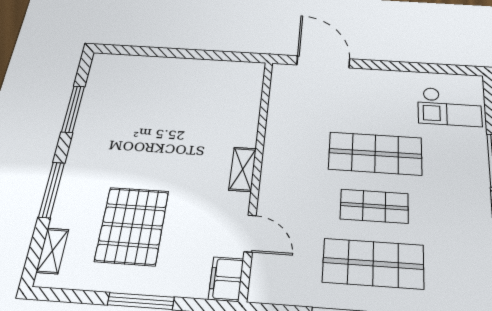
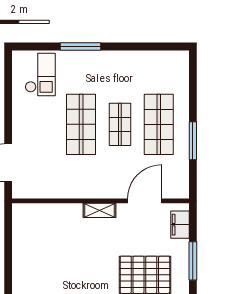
door: (250, 234) -> (145, 201), width x1.36
filing cabinet: (226, 279) -> (180, 225), moved, turned 90

